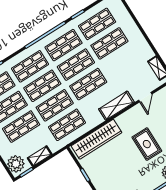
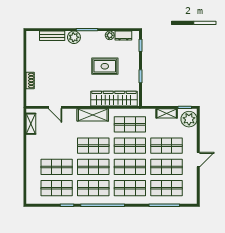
door: (145, 97) -> (55, 107), swing flipped
shelving: (116, 106) -> (93, 115), moved
rug: (147, 144) -> (105, 66), moved, turned 90

